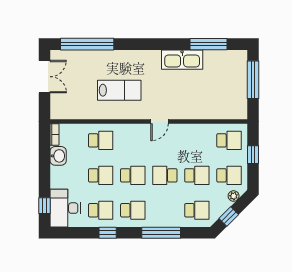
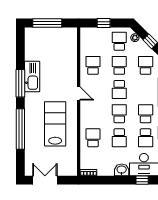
window: (87, 44) -> (20, 129), moved
window: (208, 44) -> (20, 83), moved
lab bench: (119, 90) -> (55, 124), width x1.36, depth x1.39
school desk: (229, 140) -> (93, 65), moved
washbasin: (58, 156) -> (122, 170), moved
school desk: (101, 175) -> (119, 138), turned 180
school desk: (101, 210) -> (146, 138), turned 180

